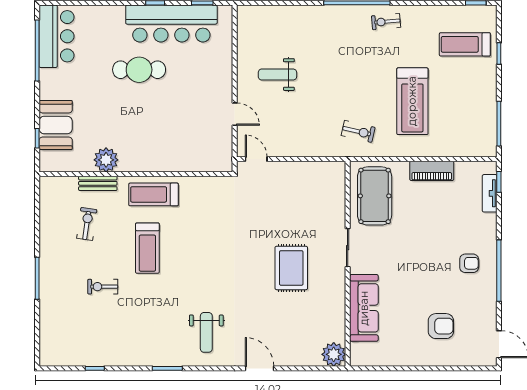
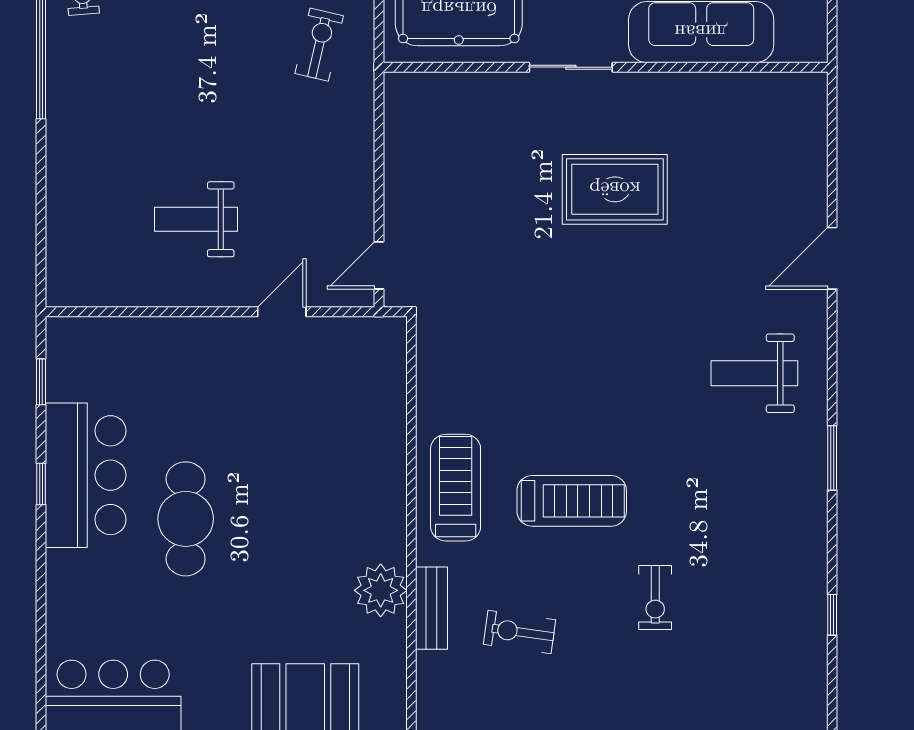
bar counter: (171, 24) -> (86, 475), width x0.73
weight bench: (277, 75) -> (196, 219), turned 90
treadmill: (153, 194) -> (456, 488), turned 180
weight bench: (206, 332) -> (754, 373), turned 180
plant: (334, 354) -> (802, 97), removed

